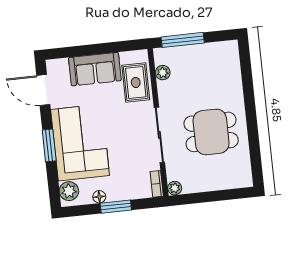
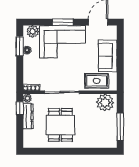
window: (183, 40) -> (120, 127), moved
plant: (163, 73) -> (105, 103), width x1.88, depth x1.88
dresser: (203, 184) -> (28, 116), added
window: (192, 198) -> (20, 108), added
window: (116, 207) -> (20, 46), moved

